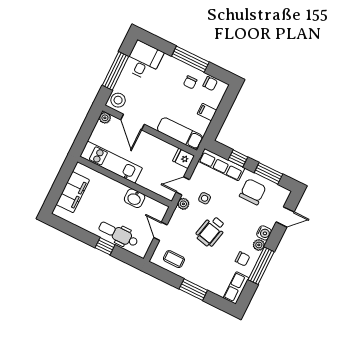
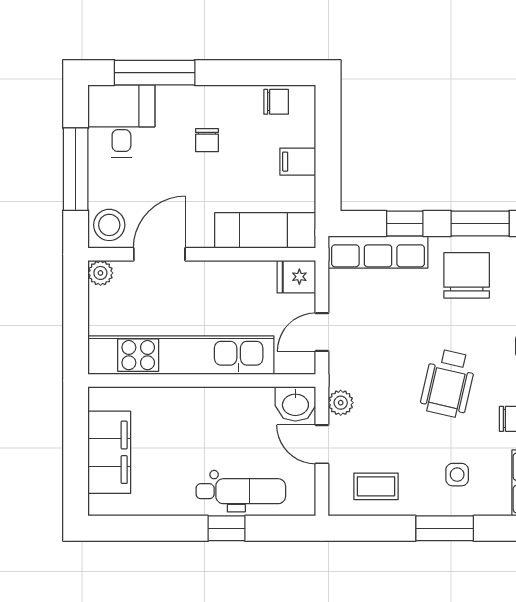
window: (190, 59) -> (155, 73), moved
chair: (190, 82) -> (207, 140), moved
door: (132, 122) -> (159, 254), swing flipped
kitchen unit: (111, 162) -> (181, 355), width x1.36
washbasin: (135, 198) -> (295, 404), moved
side table: (205, 198) -> (457, 475), moved
plant: (183, 204) -> (341, 403), moved
wheelchair: (211, 231) -> (448, 383), moved
dental chair: (118, 234) -> (241, 491), turned 180

